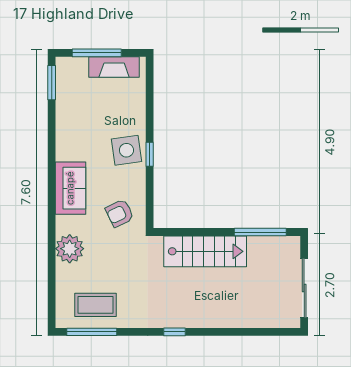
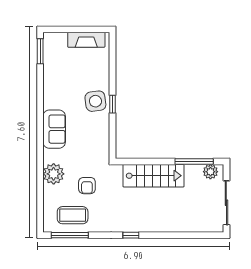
window: (97, 53) -> (73, 29), removed
armchair: (120, 213) -> (87, 186), moved, turned -64
plant: (282, 246) -> (210, 172), added

